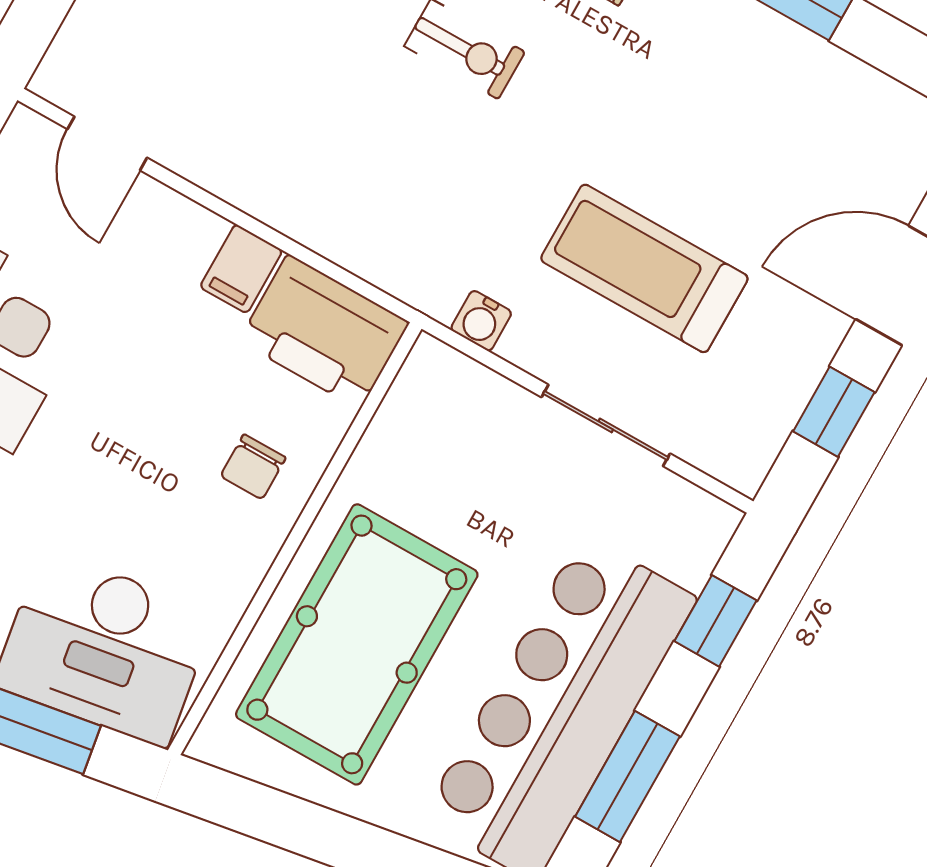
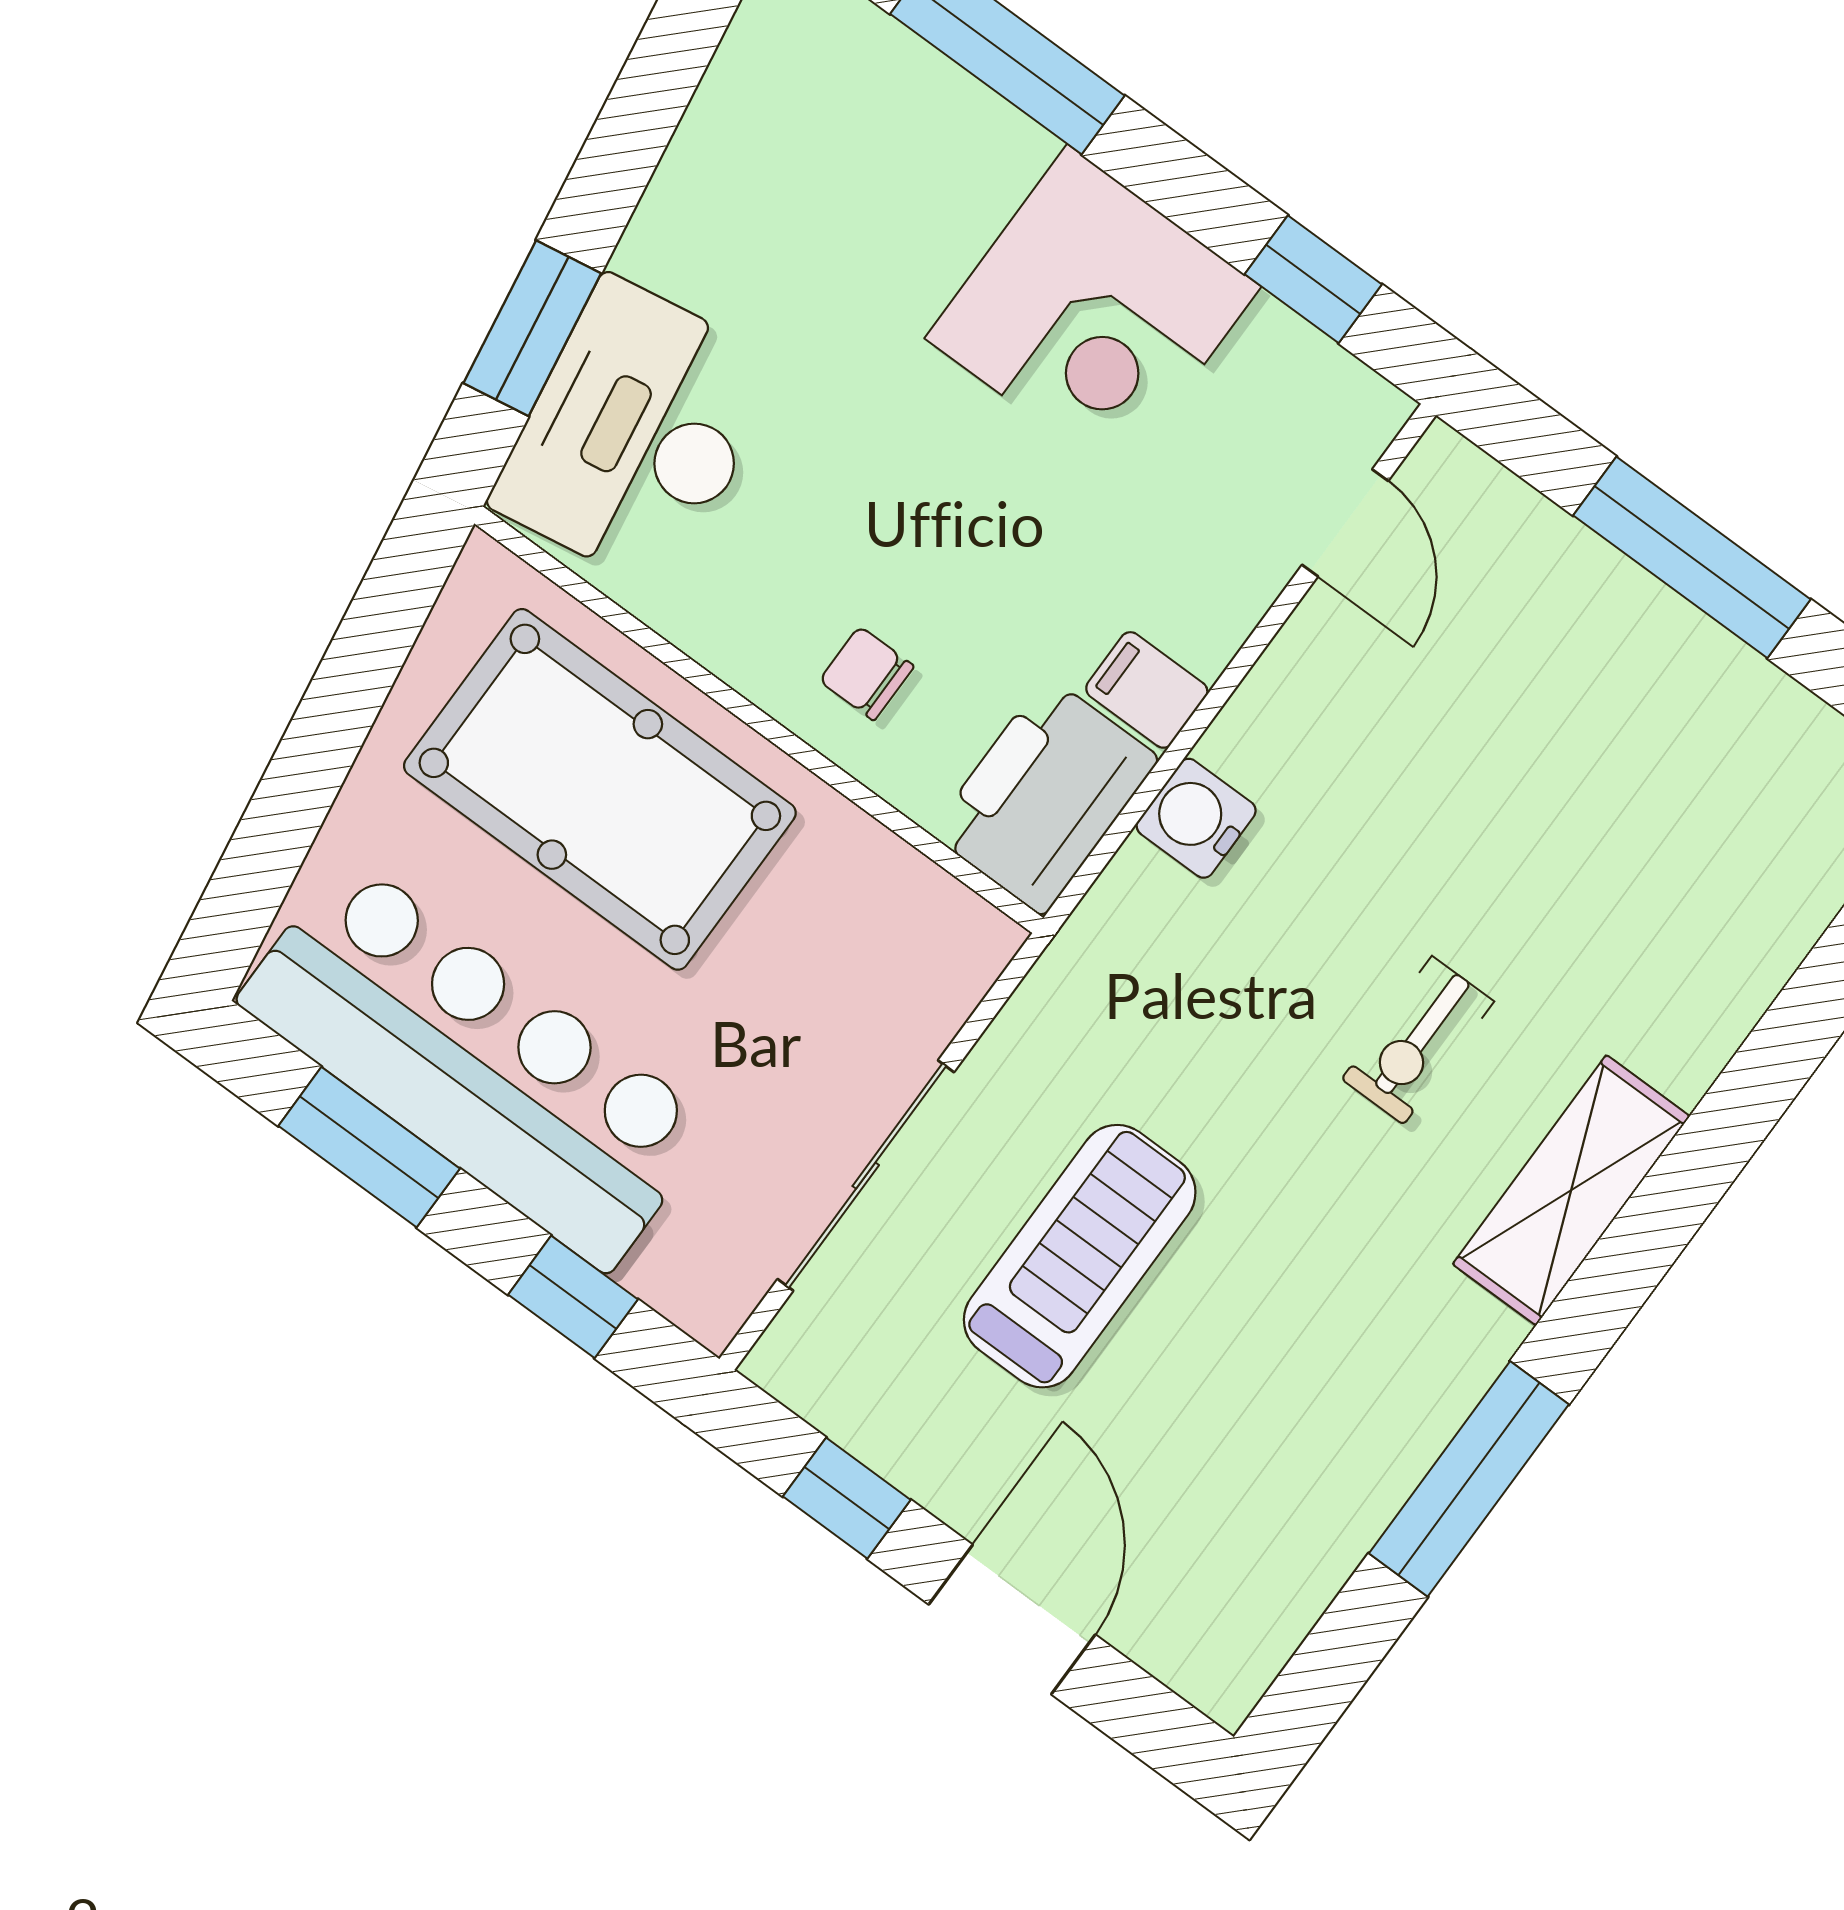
door: (107, 143) -> (1345, 523), swing flipped
water cooler: (481, 321) -> (1196, 818), moved, width x1.38, depth x1.38
sliding door: (606, 425) -> (866, 1176), width x1.37

